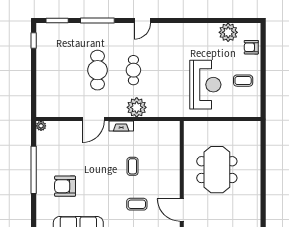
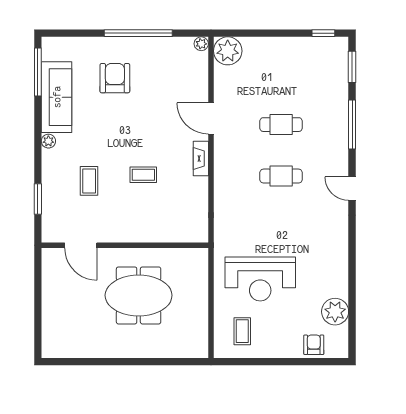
cafe table: (97, 70) -> (281, 125), width x0.73, depth x0.74
coffee table: (243, 81) -> (242, 331), moved
plant: (137, 107) -> (228, 51), moved
door: (182, 210) -> (81, 245), swing flipped

